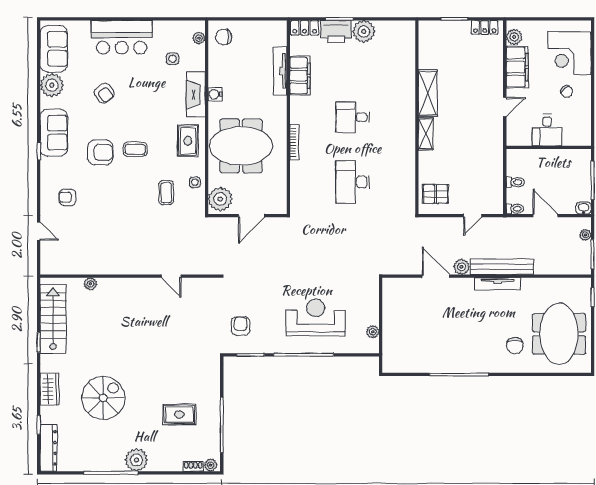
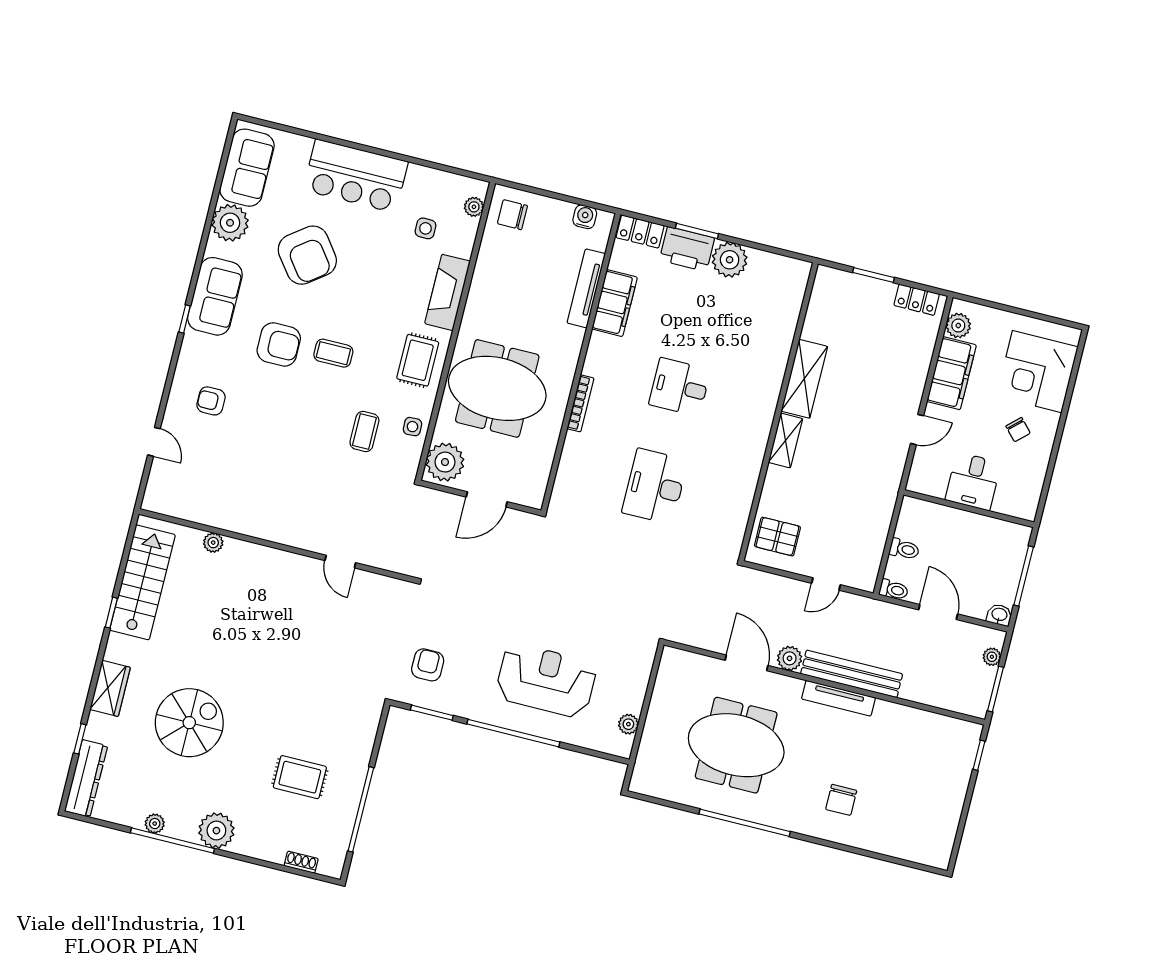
armchair: (104, 93) -> (307, 255), width x1.88, depth x1.88
water cooler: (215, 94) -> (585, 217), moved, turned 90
meeting table: (559, 334) -> (736, 745), moved, turned 90
plant: (211, 465) -> (155, 824), moved

